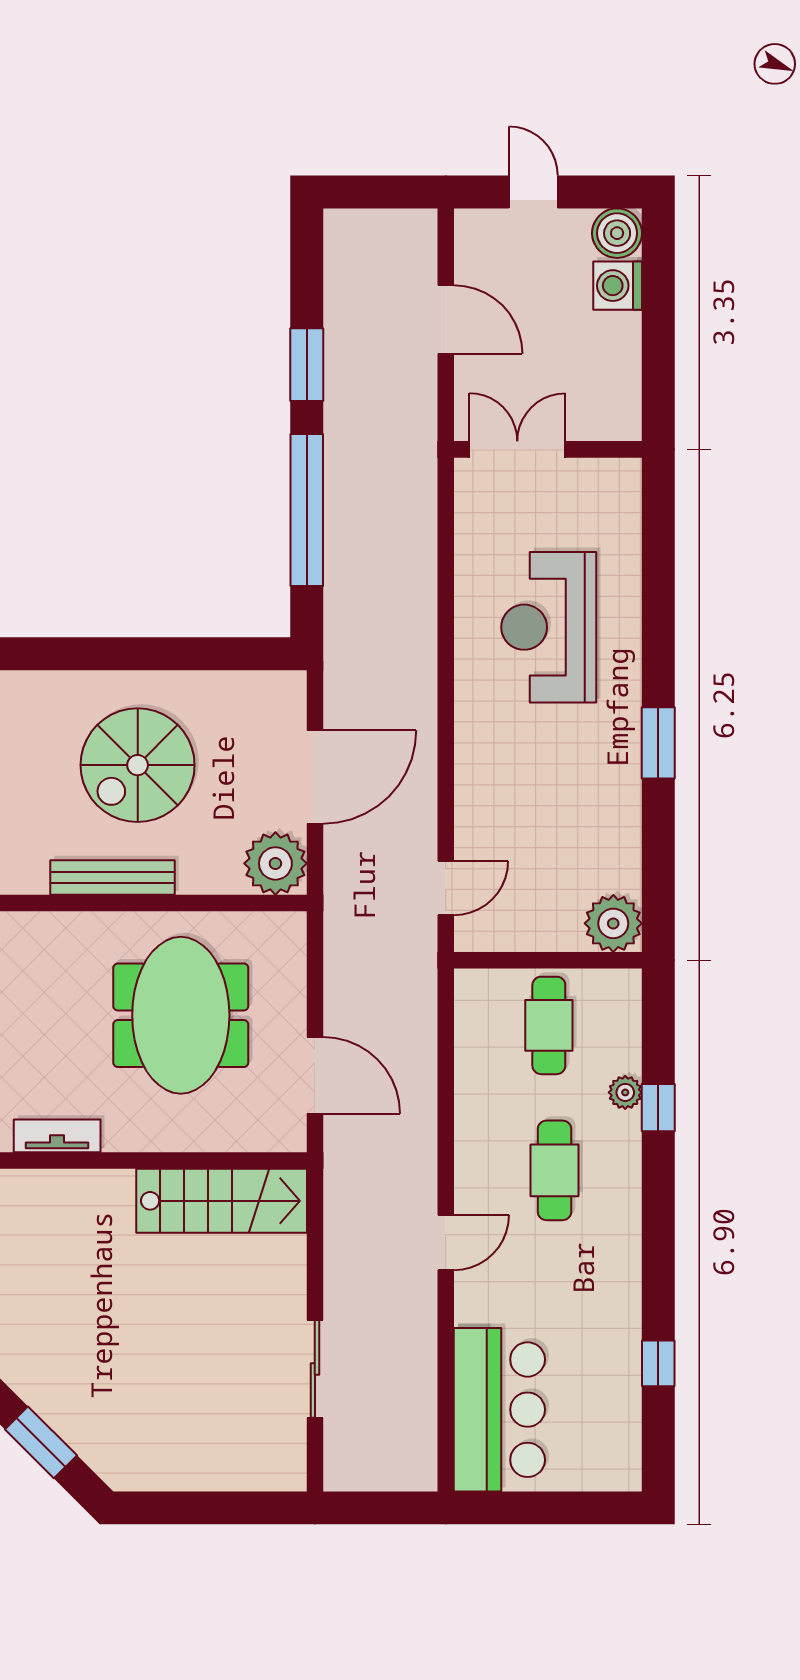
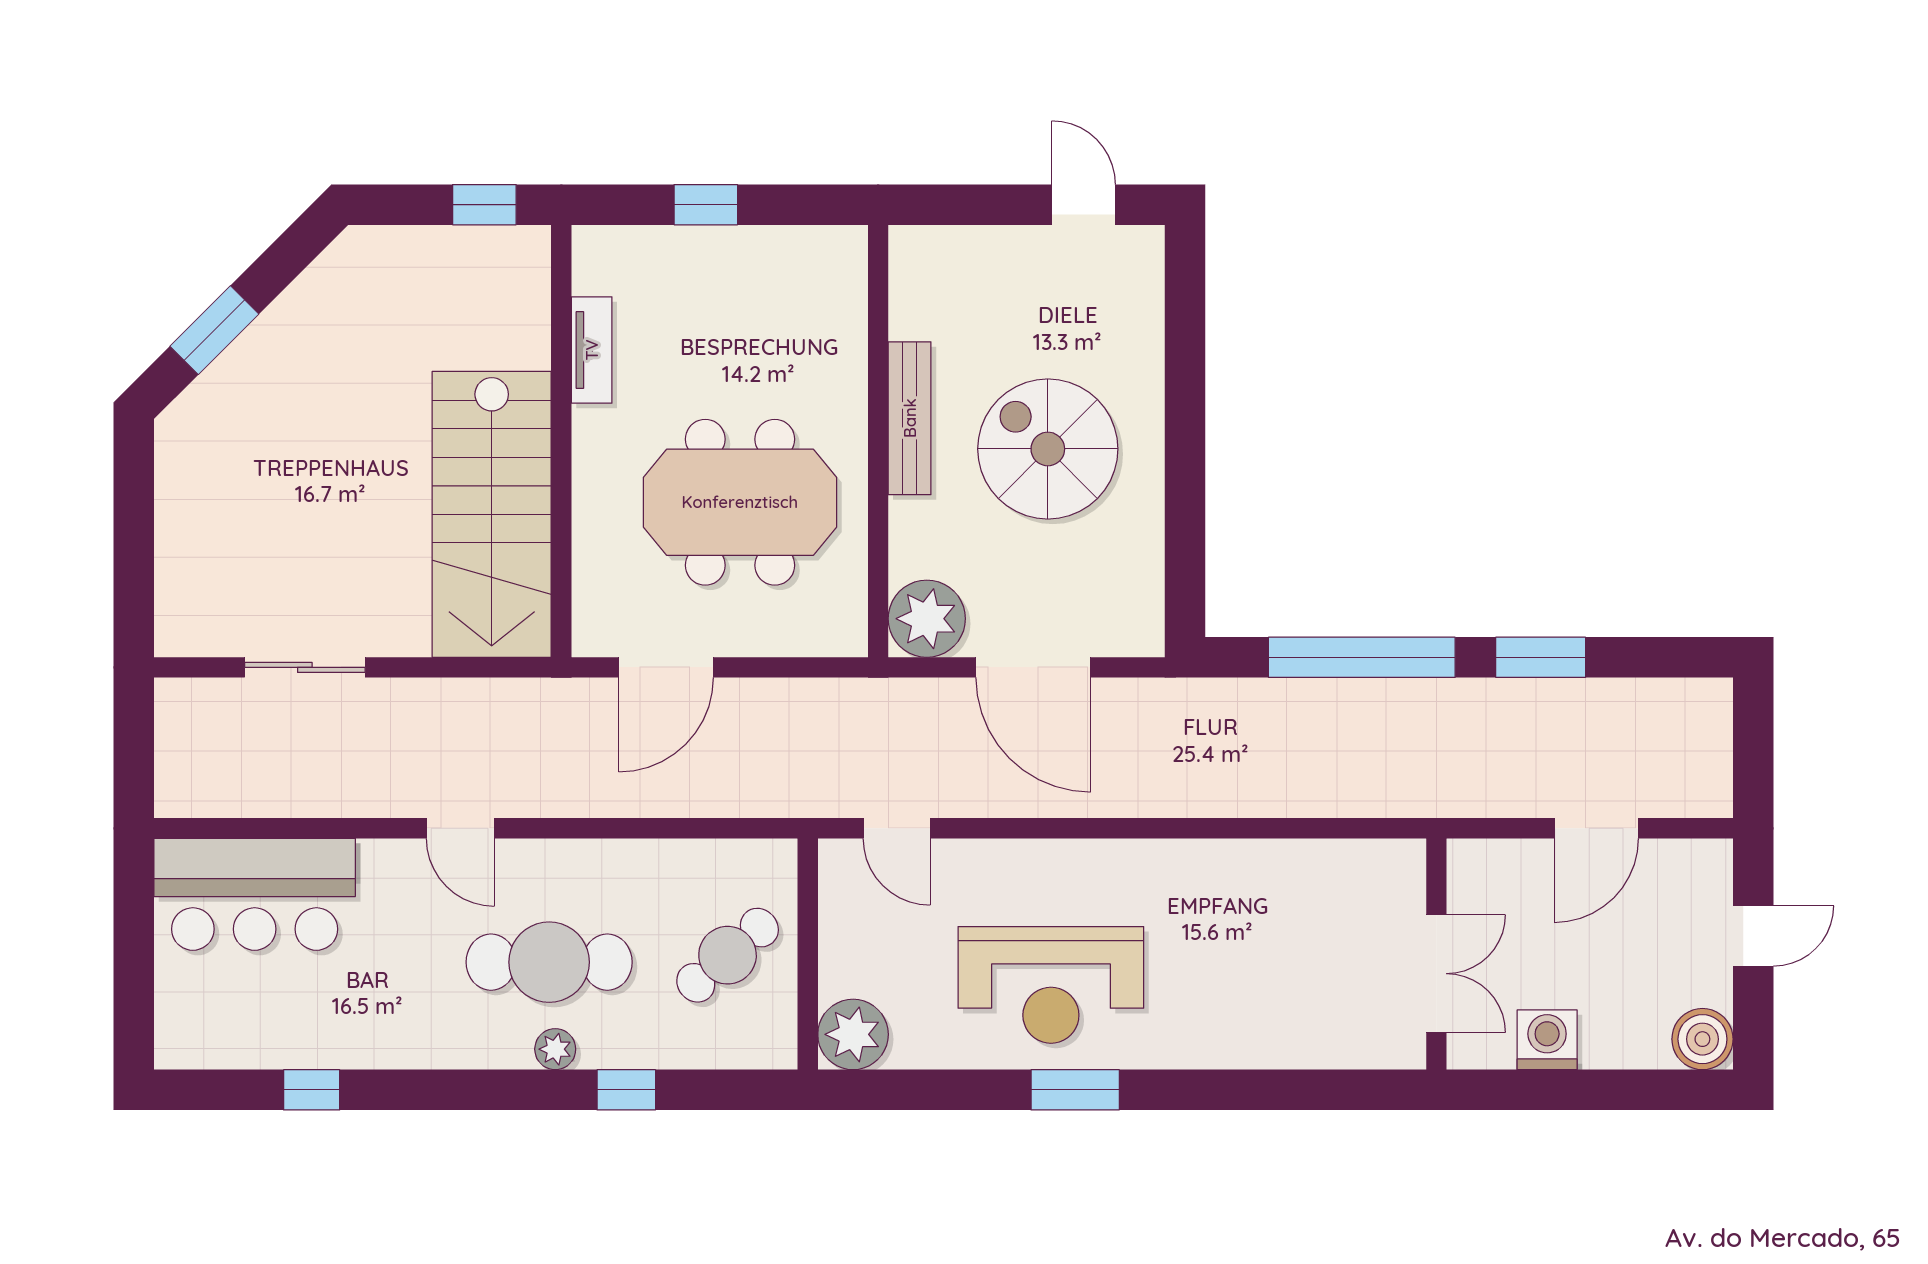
washing machine: (618, 286) -> (1547, 1040), moved
double door: (517, 449) -> (1436, 974), moved
reception desk: (549, 627) -> (1051, 985), moved, turned 180
cafe table: (549, 1025) -> (728, 955), turned -41
plant: (625, 1092) -> (555, 1049), moved
cafe table: (554, 1170) -> (549, 962), width x1.37, depth x1.35
stairs: (222, 1201) -> (492, 514), width x1.36, depth x1.51

